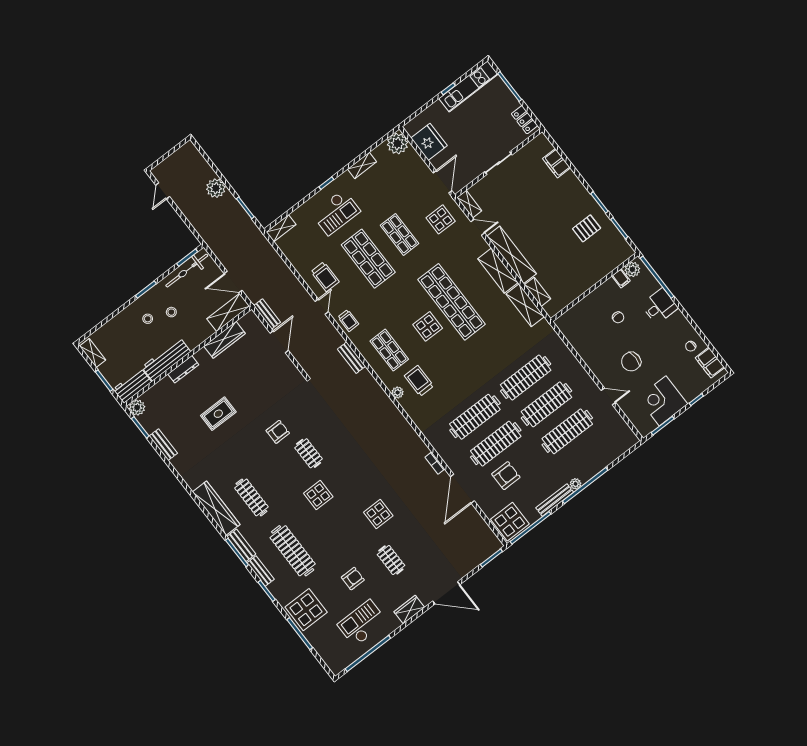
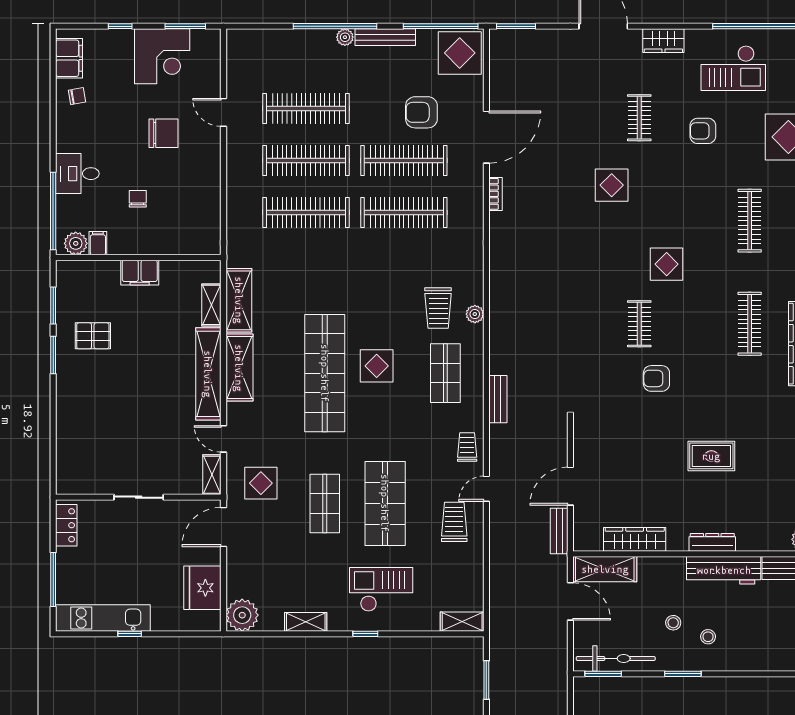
filing cabinet: (557, 163) -> (140, 273), moved, turned 90
clothes rail: (293, 551) -> (750, 221), width x0.73, depth x0.76

